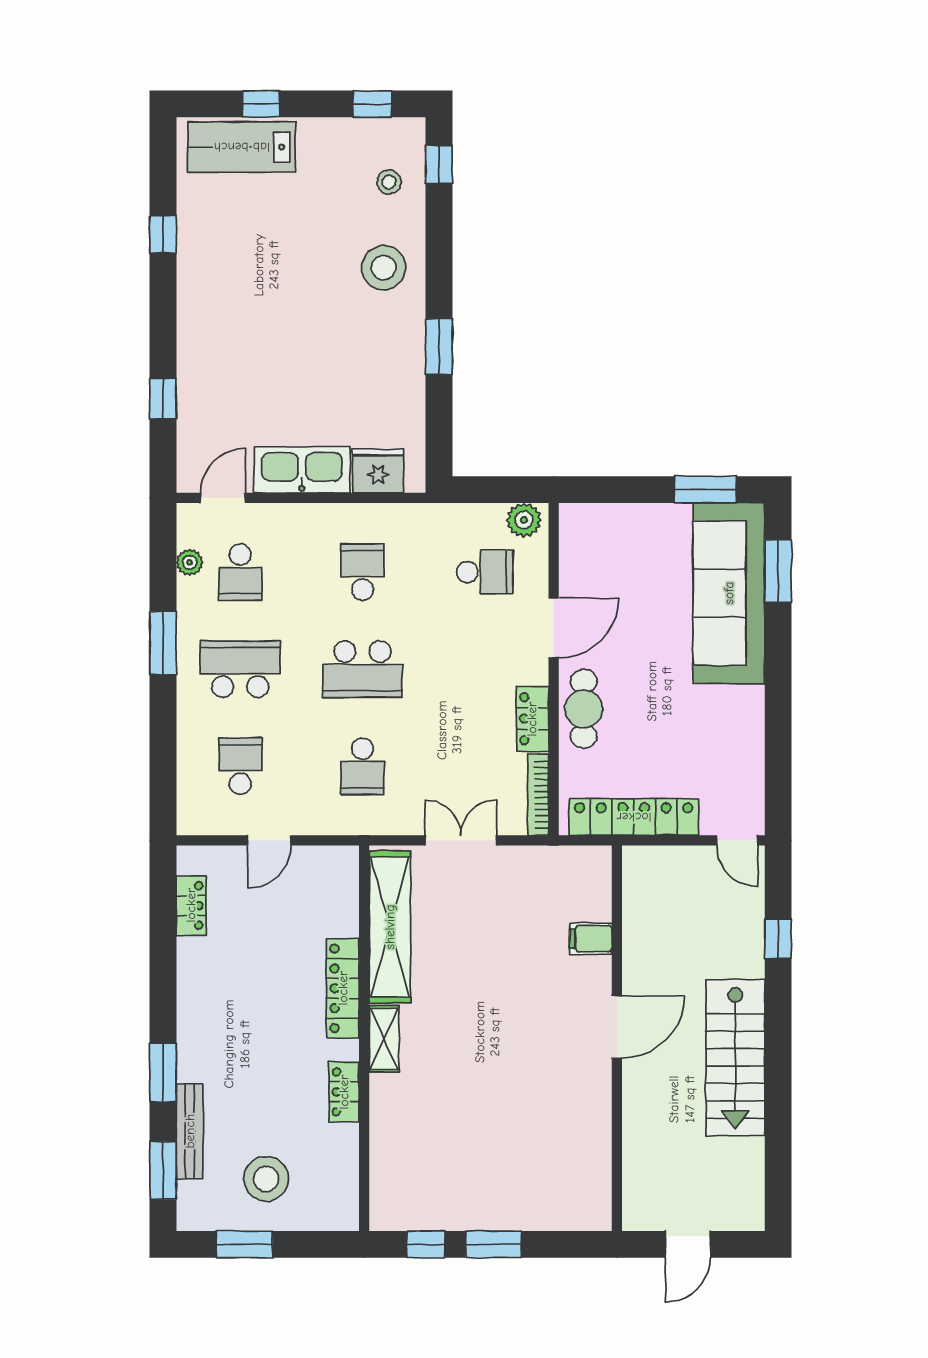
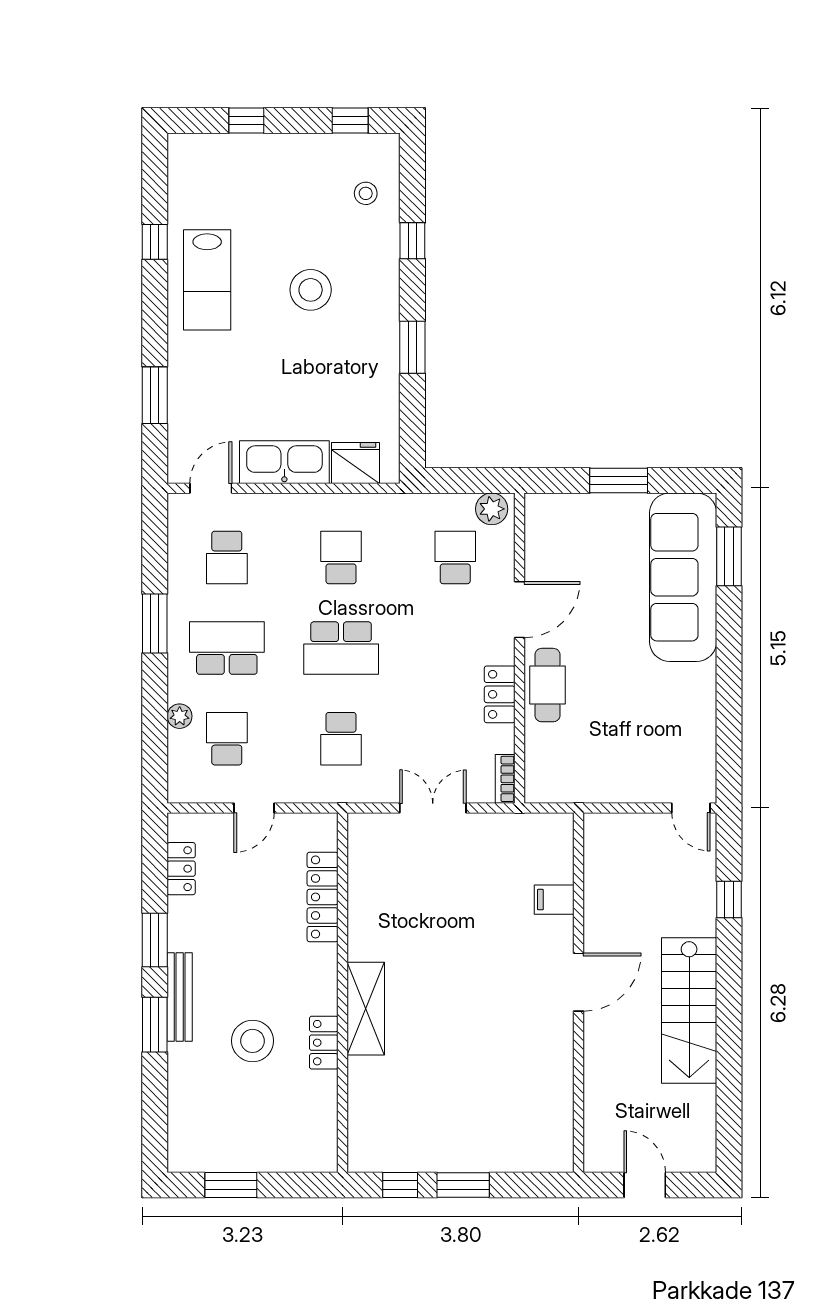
lab bench: (242, 147) -> (207, 280), moved, turned -90
window: (439, 165) -> (412, 241), moved
stool: (384, 268) -> (311, 290), moved
window: (163, 398) -> (155, 395), width x1.50
window: (705, 490) -> (619, 480), moved
plant: (190, 562) -> (180, 716), moved
school desk: (485, 572) -> (455, 557), turned -90
bookcase: (538, 795) -> (505, 779), width x0.64
locker: (634, 817) -> (594, 786), removed
shelving: (390, 927) -> (367, 889), removed
locker: (343, 988) -> (323, 897), moved
shelving: (384, 1039) -> (366, 1009), width x1.50, depth x1.33
bench: (190, 1131) -> (180, 997), moved
window: (163, 1170) -> (155, 940), moved
stool: (266, 1179) -> (253, 1041), moved
door: (688, 1244) -> (645, 1185), swing flipped

